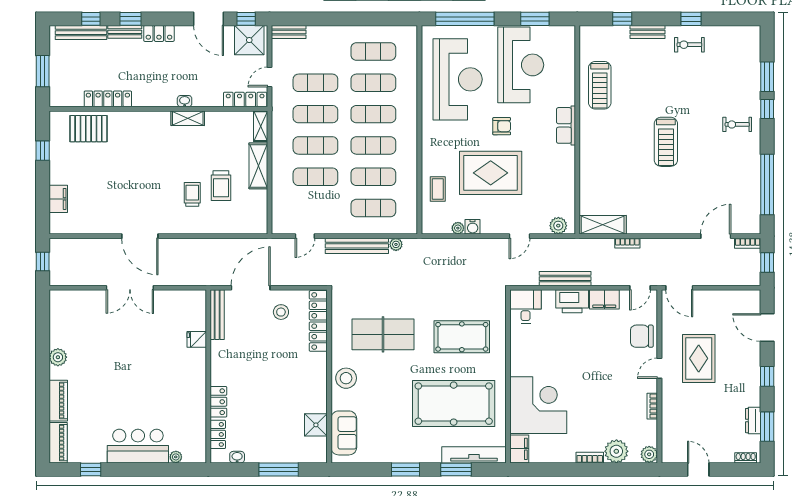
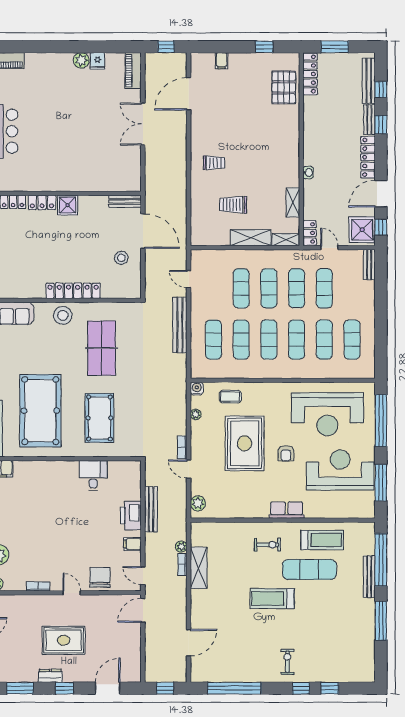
window: (535, 19) -> (381, 483), width x1.44
window: (622, 19) -> (381, 560), width x3.17
window: (691, 19) -> (381, 621), width x2.17
bench: (648, 32) -> (369, 577), width x1.36
locker: (159, 33) -> (368, 157), width x1.53
exercise bike: (689, 45) -> (268, 545), moved, turned 90
reception desk: (521, 65) -> (340, 470), turned 180
window: (767, 77) -> (330, 688), width x0.67
treadmill: (600, 85) -> (322, 540), turned 180
locker: (108, 99) -> (310, 74), moved
locker: (245, 99) -> (310, 233), width x0.66
exercise mat: (633, 100) -> (309, 569), added
shelving: (188, 118) -> (293, 202), moved
trolley: (192, 194) -> (214, 163), moved
filing cabinet: (58, 199) -> (222, 61), width x0.50
shelving: (603, 225) -> (199, 568), moved
water cooler: (473, 227) -> (197, 389), moved, turned 90
door: (140, 236) -> (189, 94), moved
door: (716, 236) -> (189, 643), hinge flipped
bookcase: (748, 243) -> (182, 447), moved
plant: (396, 244) -> (181, 547), moved
filing cabinet: (604, 299) -> (133, 544), width x0.50
desk: (526, 306) -> (93, 475), moved, turned -90
bench: (217, 315) -> (125, 201), width x0.73
locker: (318, 321) -> (73, 291), moved
fridge: (197, 339) -> (97, 61), moved, turned 180
rug: (699, 358) -> (64, 640), moved
piano: (58, 401) -> (133, 71), moved, turned 90
corner desk: (538, 405) -> (39, 486), removed
dresser: (753, 421) -> (50, 676), moved
shower: (316, 425) -> (68, 205), moved

